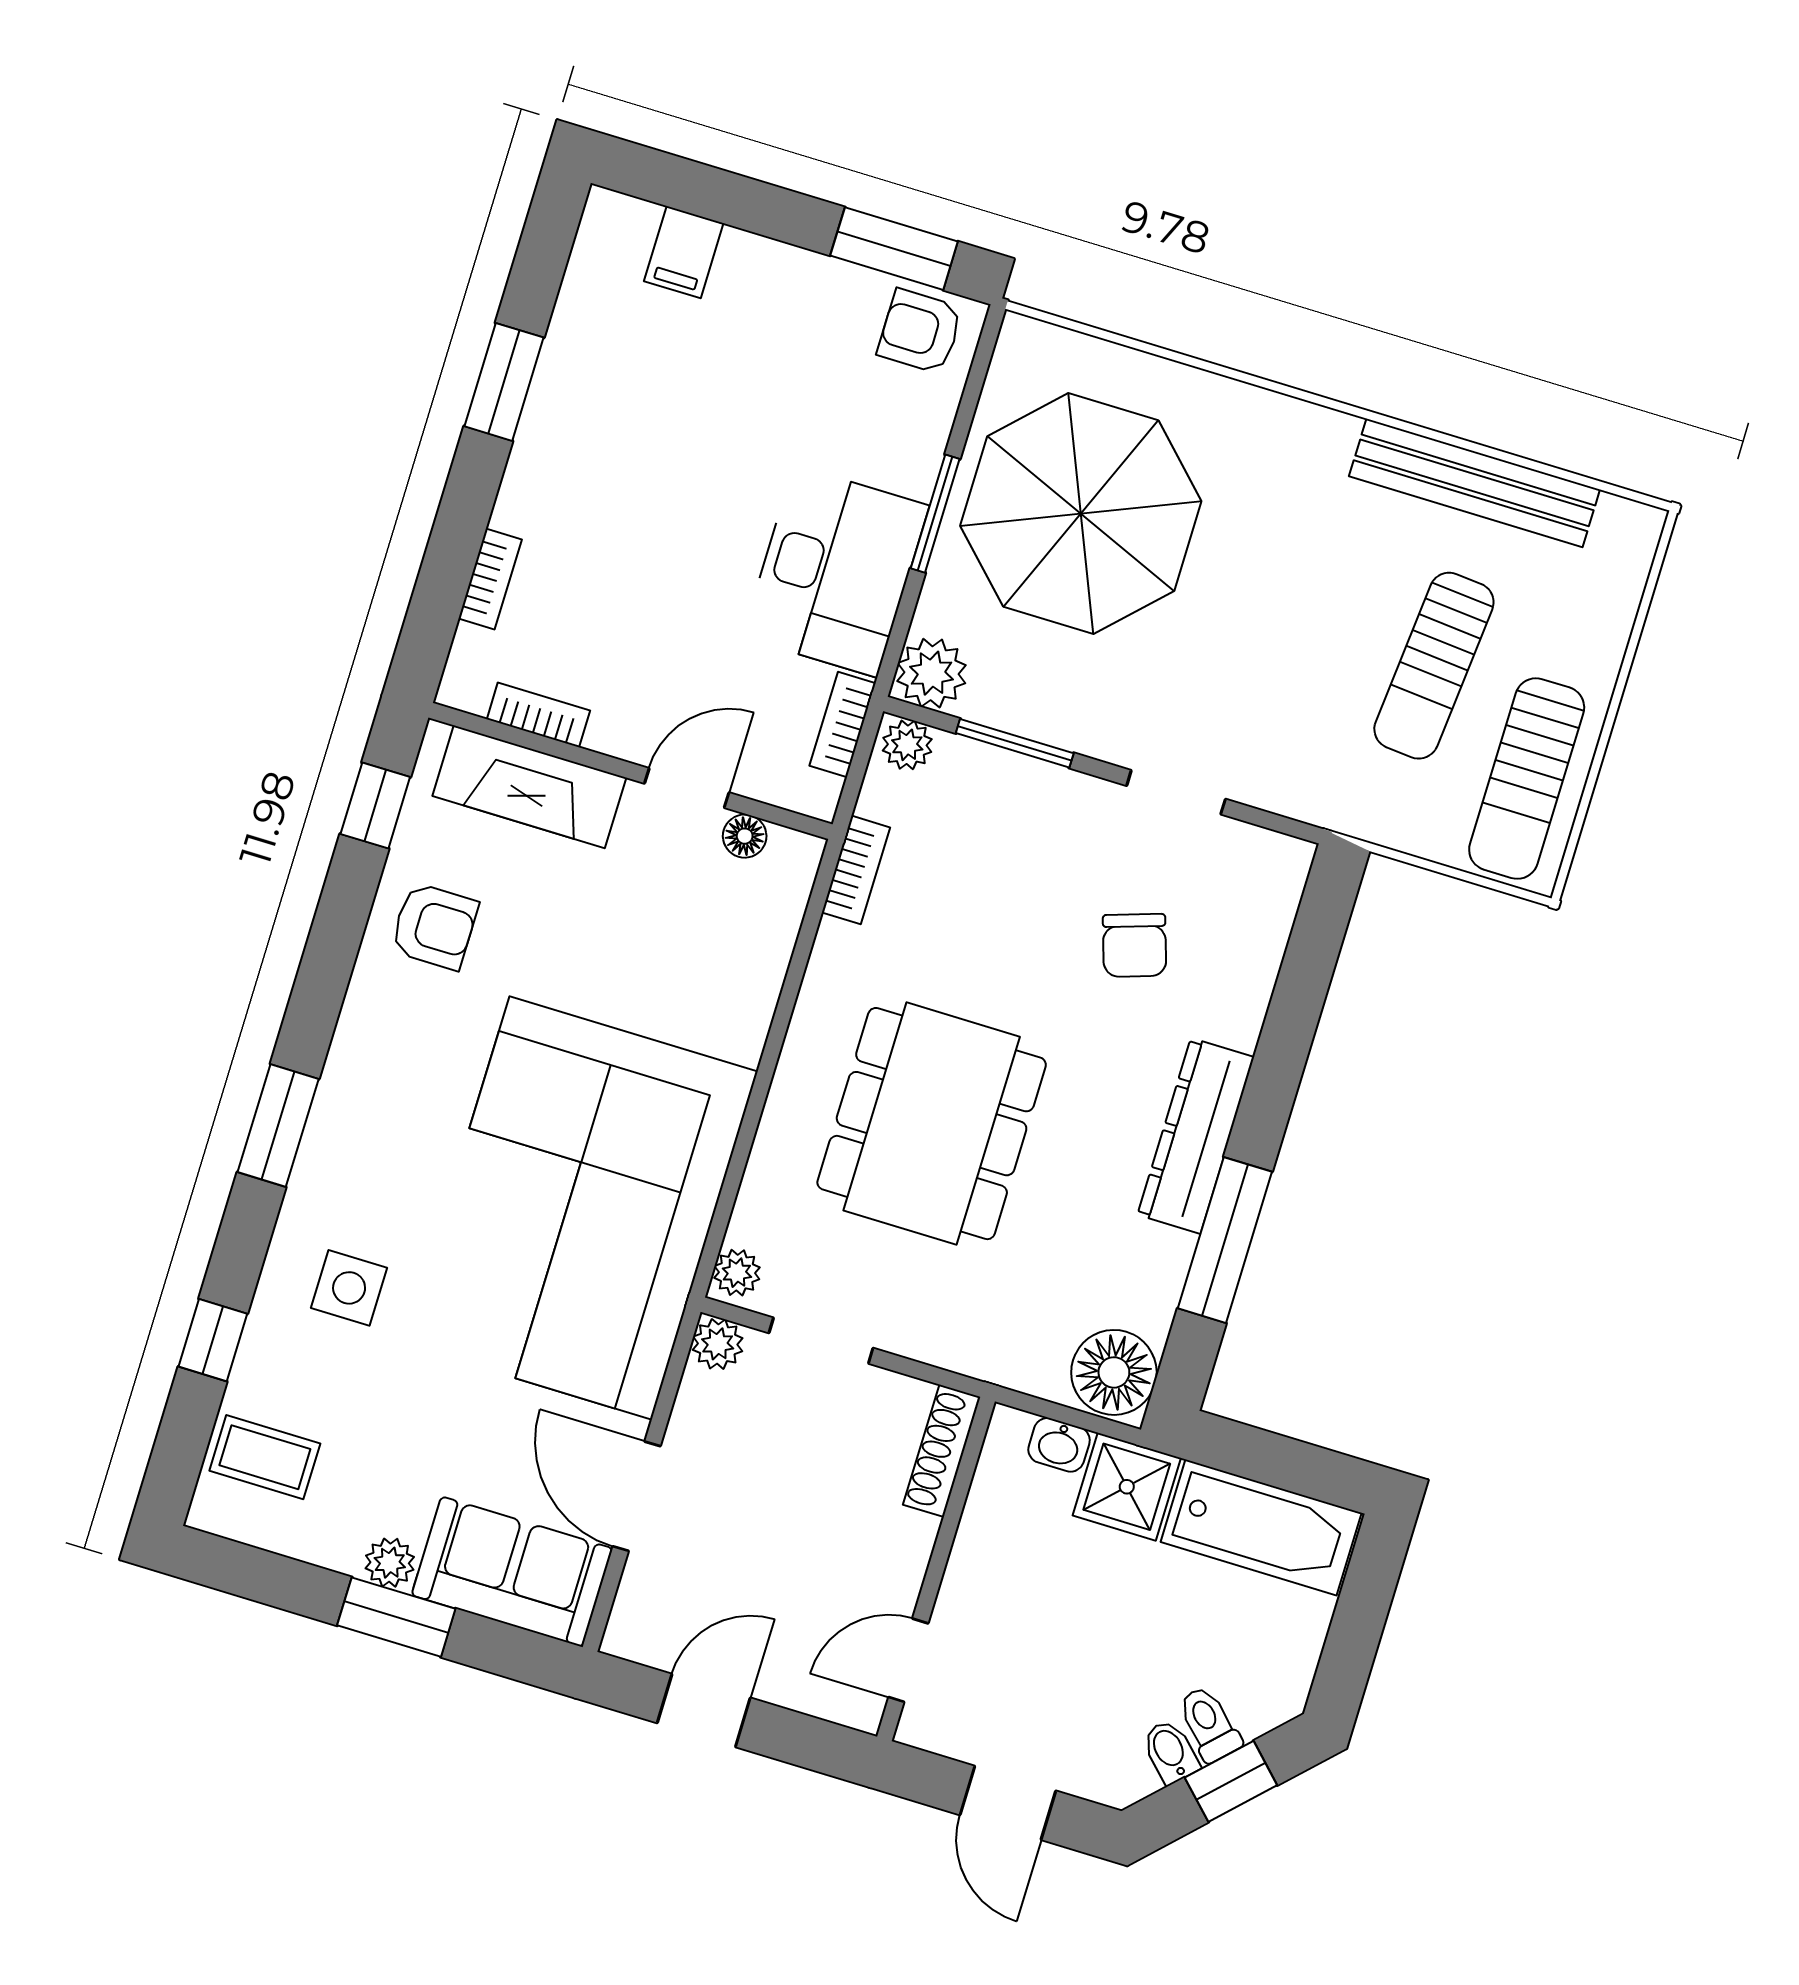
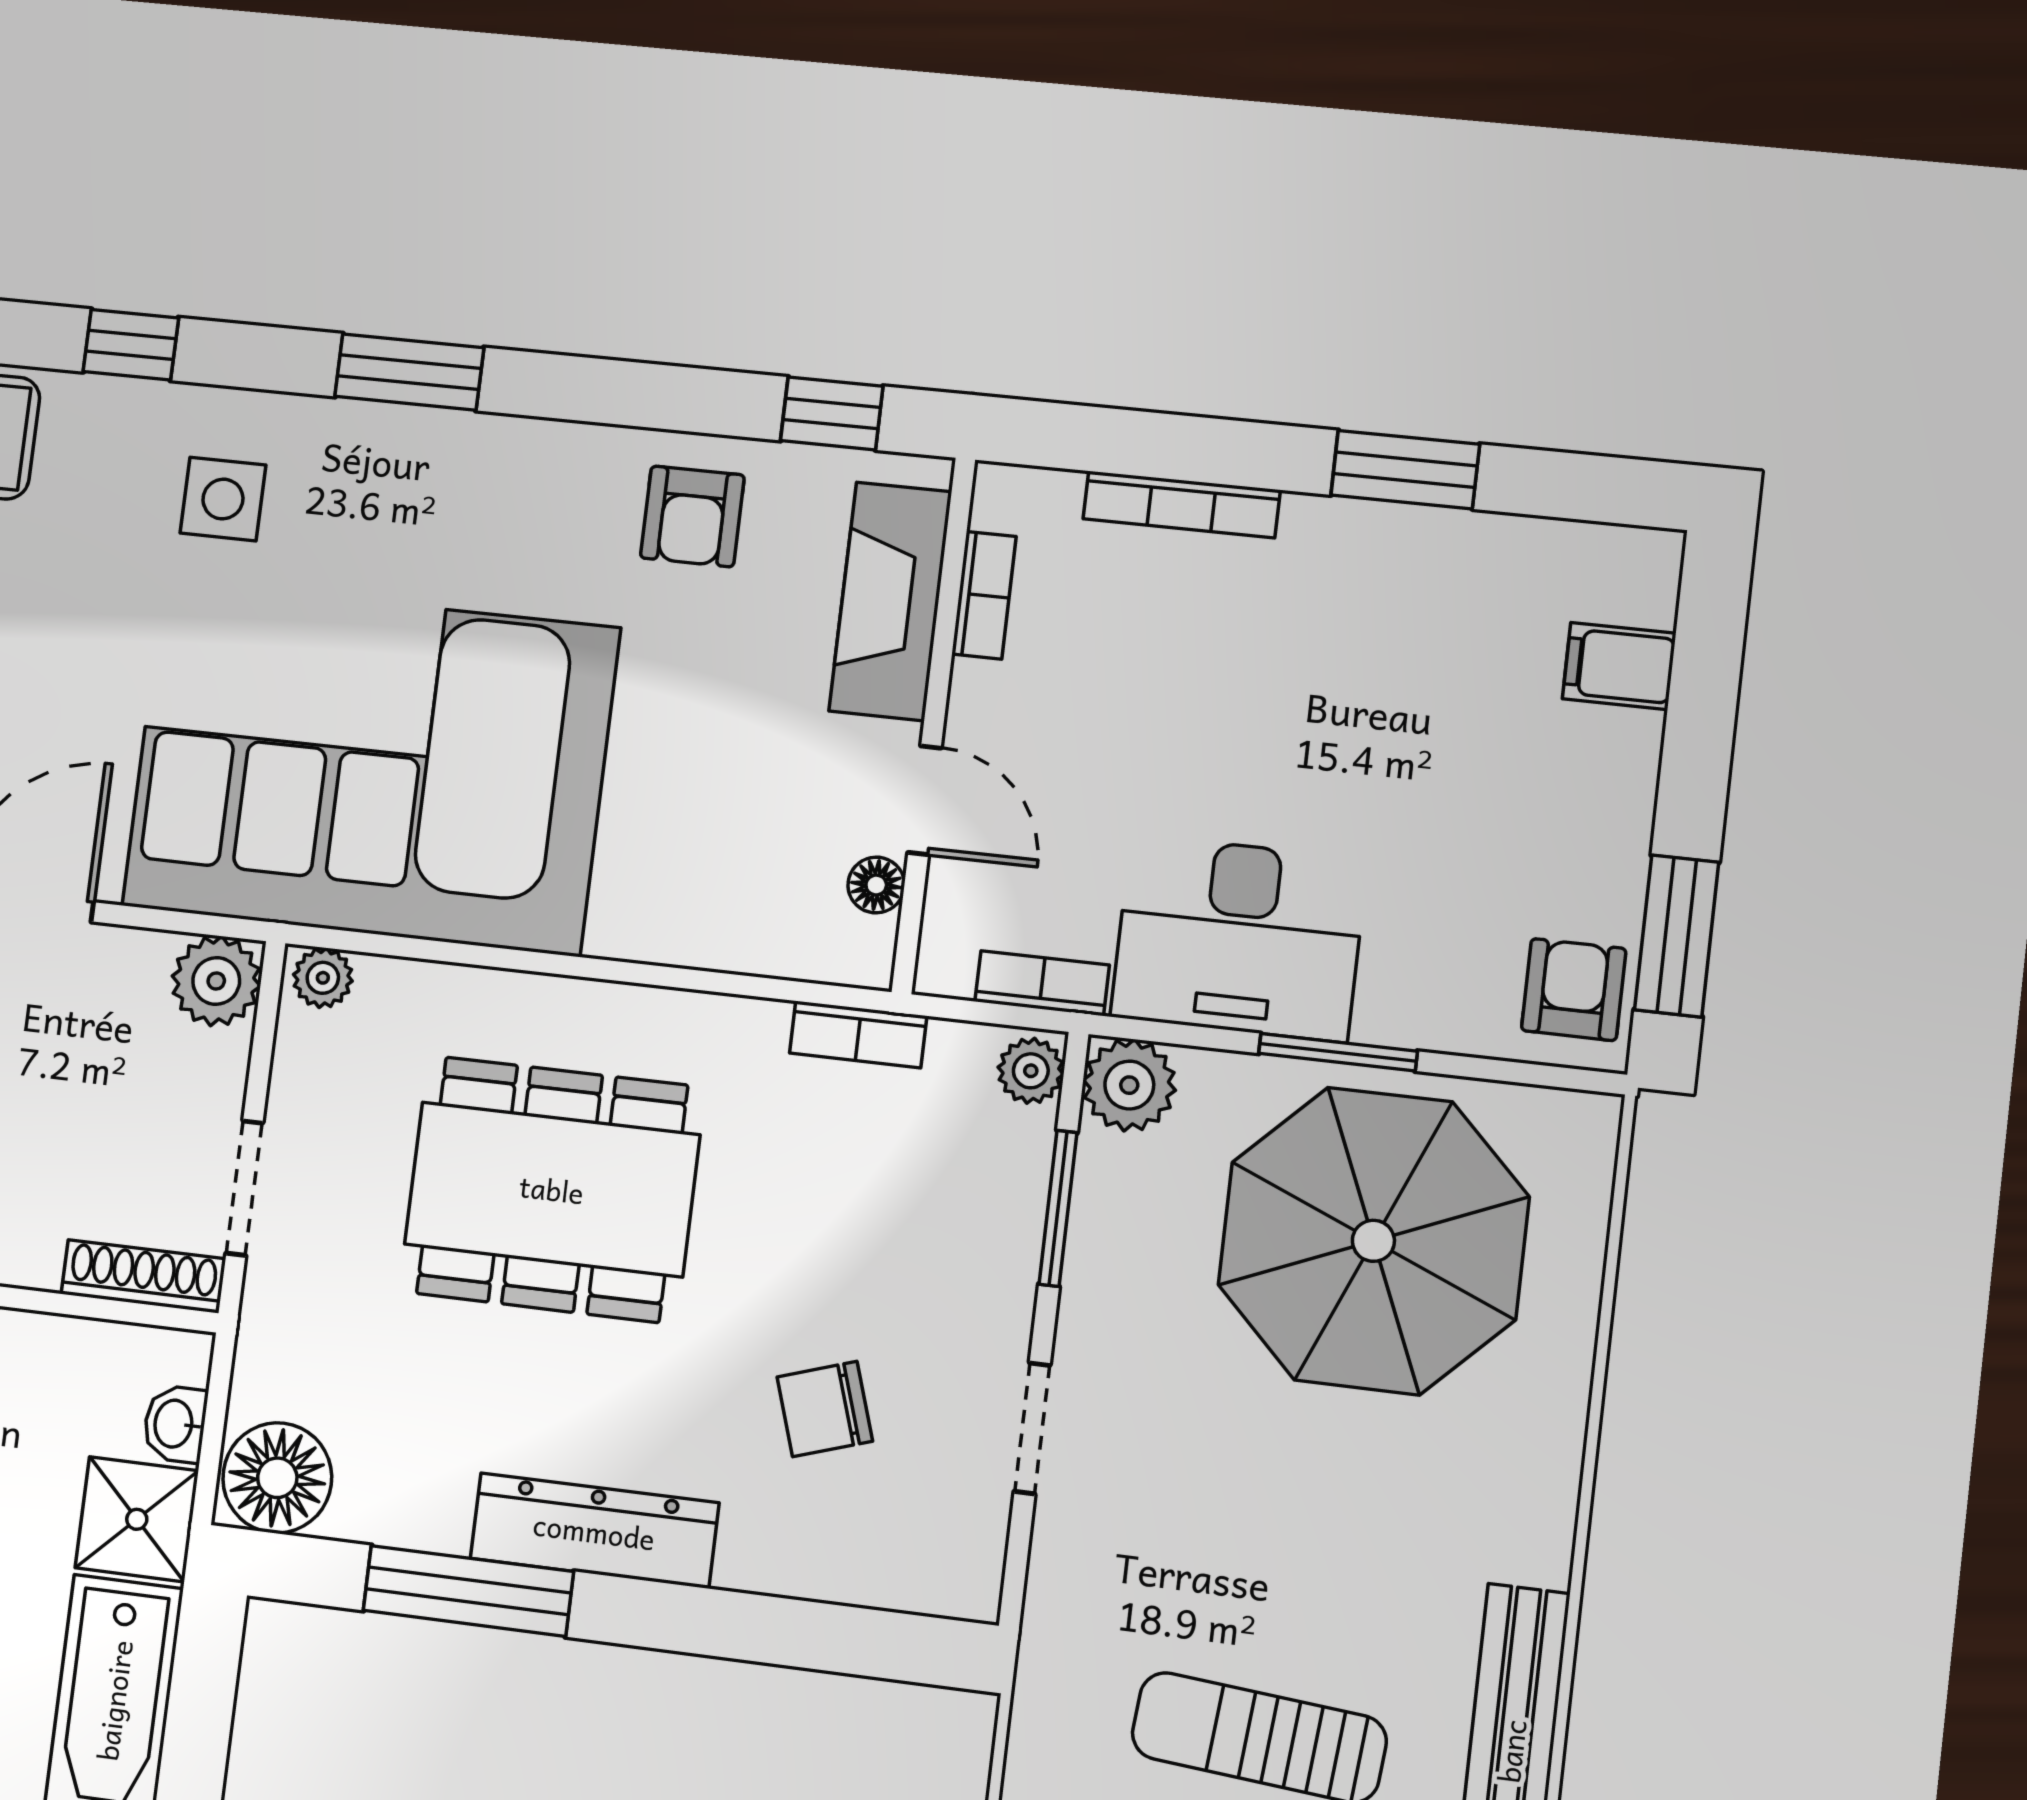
bookcase: (490, 579) -> (1182, 504), width x1.56
doorway: (821, 1341) -> (244, 1188), moved
plant: (718, 1344) -> (216, 981), width x1.38, depth x1.38

